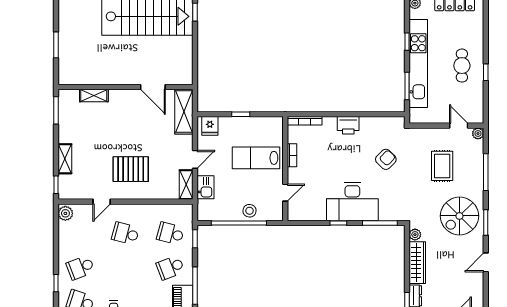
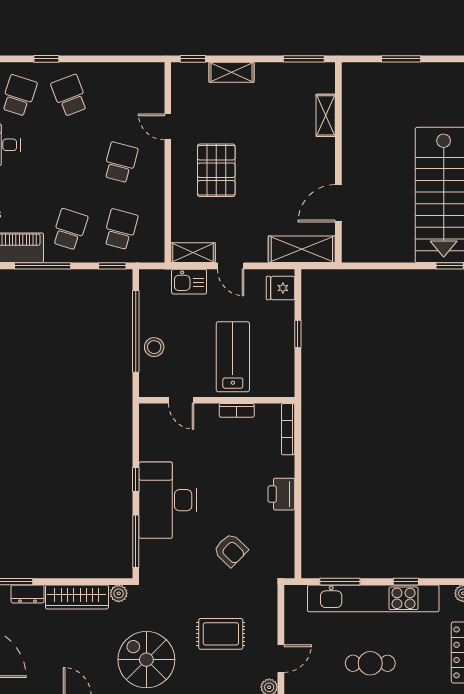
plant: (65, 213) -> (150, 73), removed
school desk: (170, 268) -> (70, 229), turned 39

